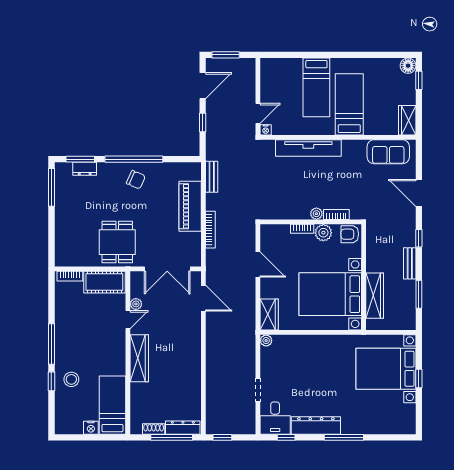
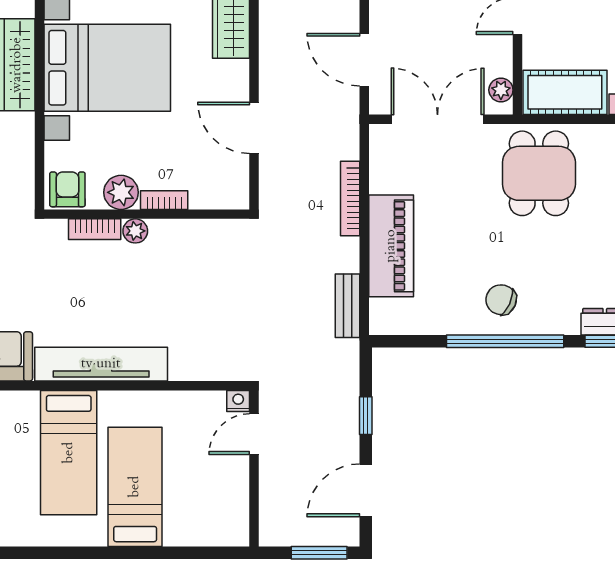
tv unit: (308, 148) -> (101, 364), moved
armchair: (350, 234) -> (67, 189), turned -90
plant: (136, 304) -> (501, 90), moved

